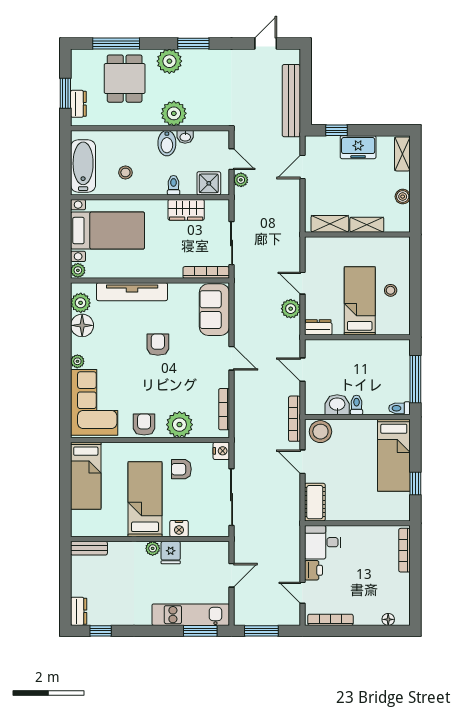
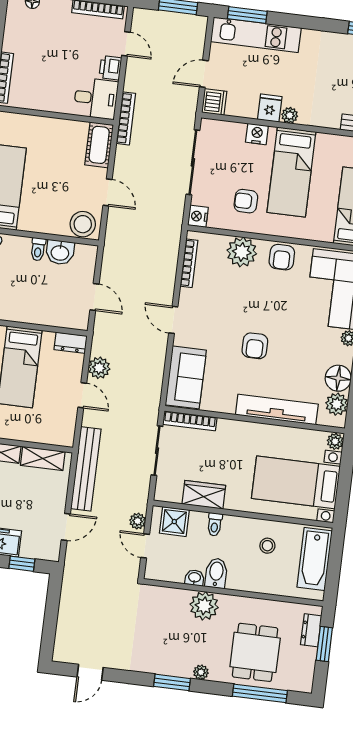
plant: (169, 61) -> (201, 672), width x0.53, depth x0.53
bench: (291, 101) -> (86, 469), moved
bookcase: (294, 419) -> (126, 118), moved
armchair: (181, 469) -> (246, 201), turned 180
dishwasher: (220, 552) -> (214, 102), added

